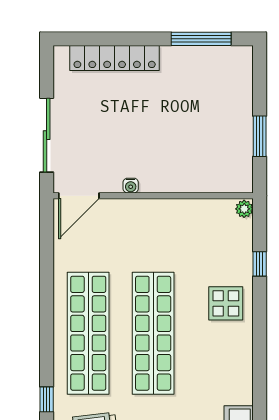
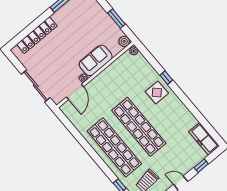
sofa: (173, 174) -> (96, 60), added
plant: (242, 182) -> (124, 41), added
door: (79, 196) -> (75, 92), moved
window: (260, 264) -> (166, 78), moved

